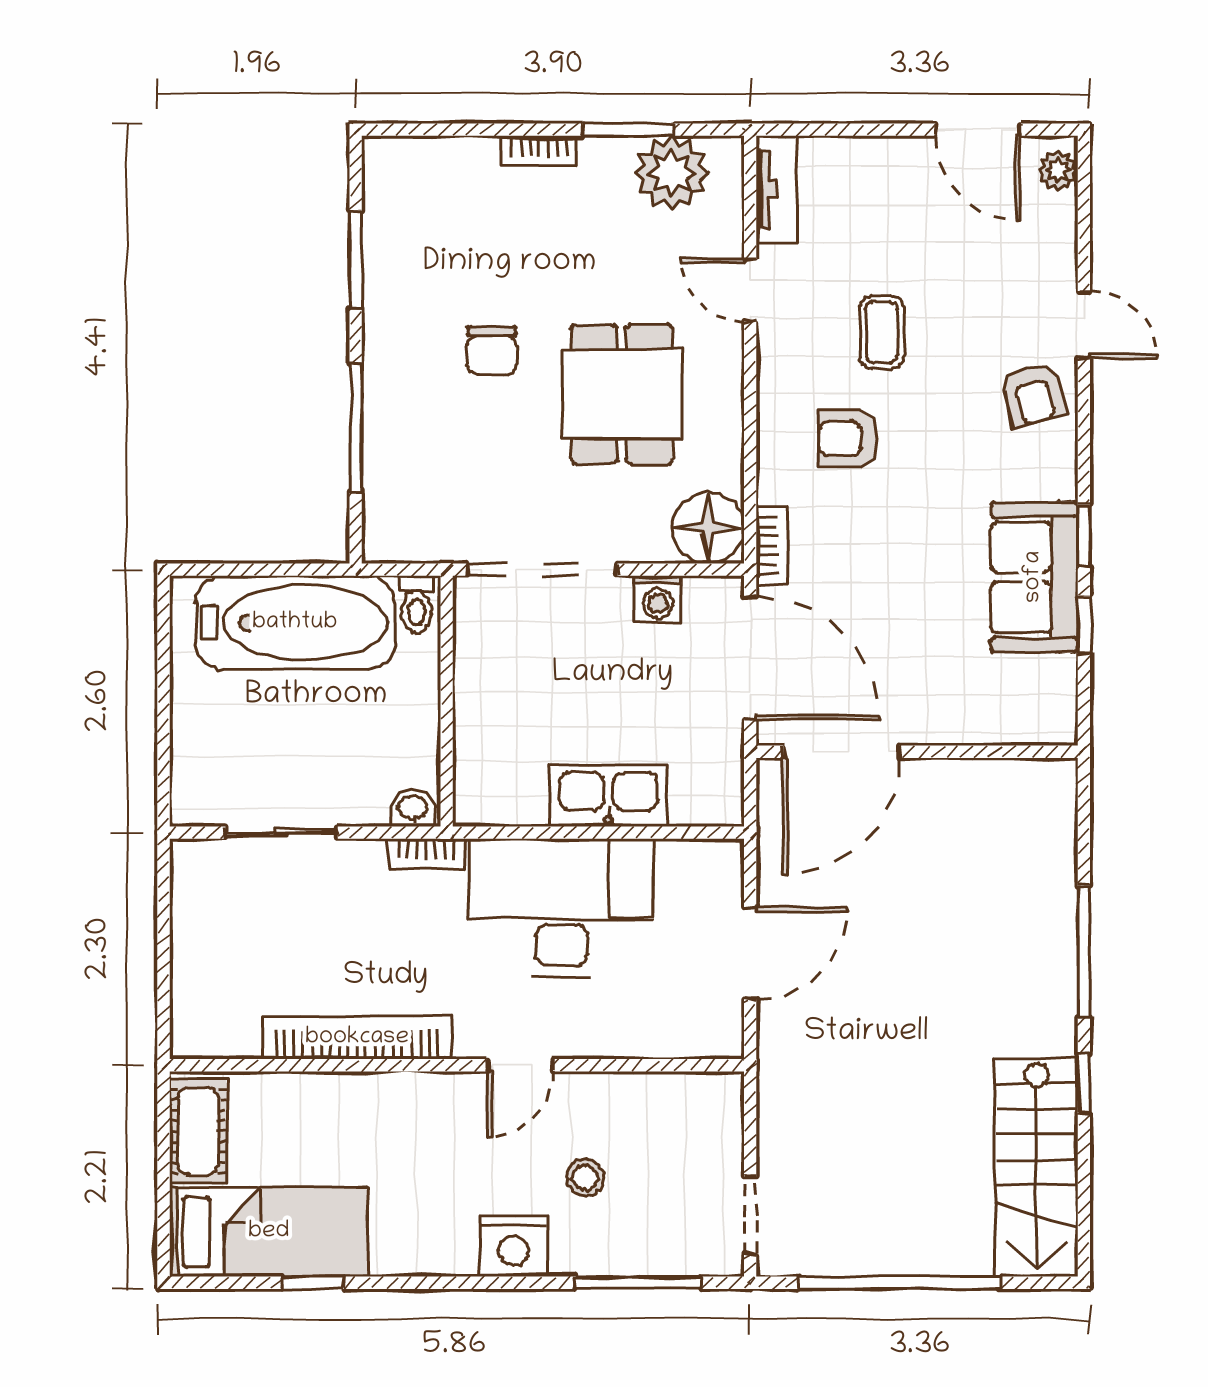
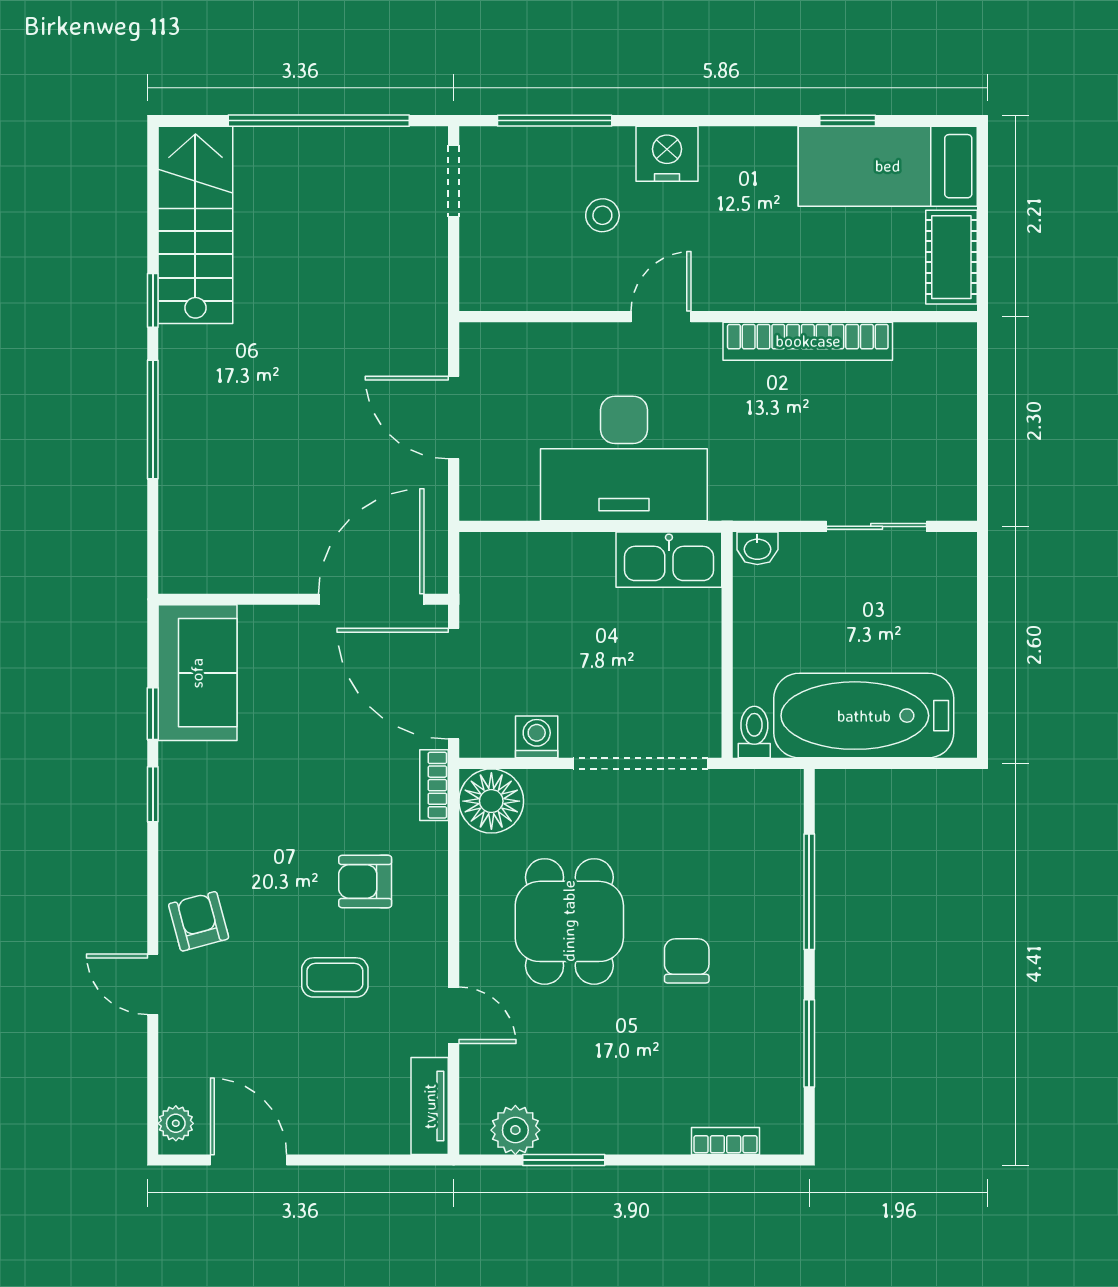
bookcase: (538, 151) -> (726, 1141), moved
plant: (672, 173) -> (515, 1130), width x0.73, depth x0.73
coffee table: (882, 332) -> (335, 977), turned 90
armchair: (848, 439) -> (365, 881), turned 180
sofa: (1034, 577) -> (197, 673), moved
kitchen sink: (608, 796) -> (669, 560), moved
bookcase: (427, 854) -> (745, 507), removed
door: (750, 953) -> (454, 417), hinge flipped

